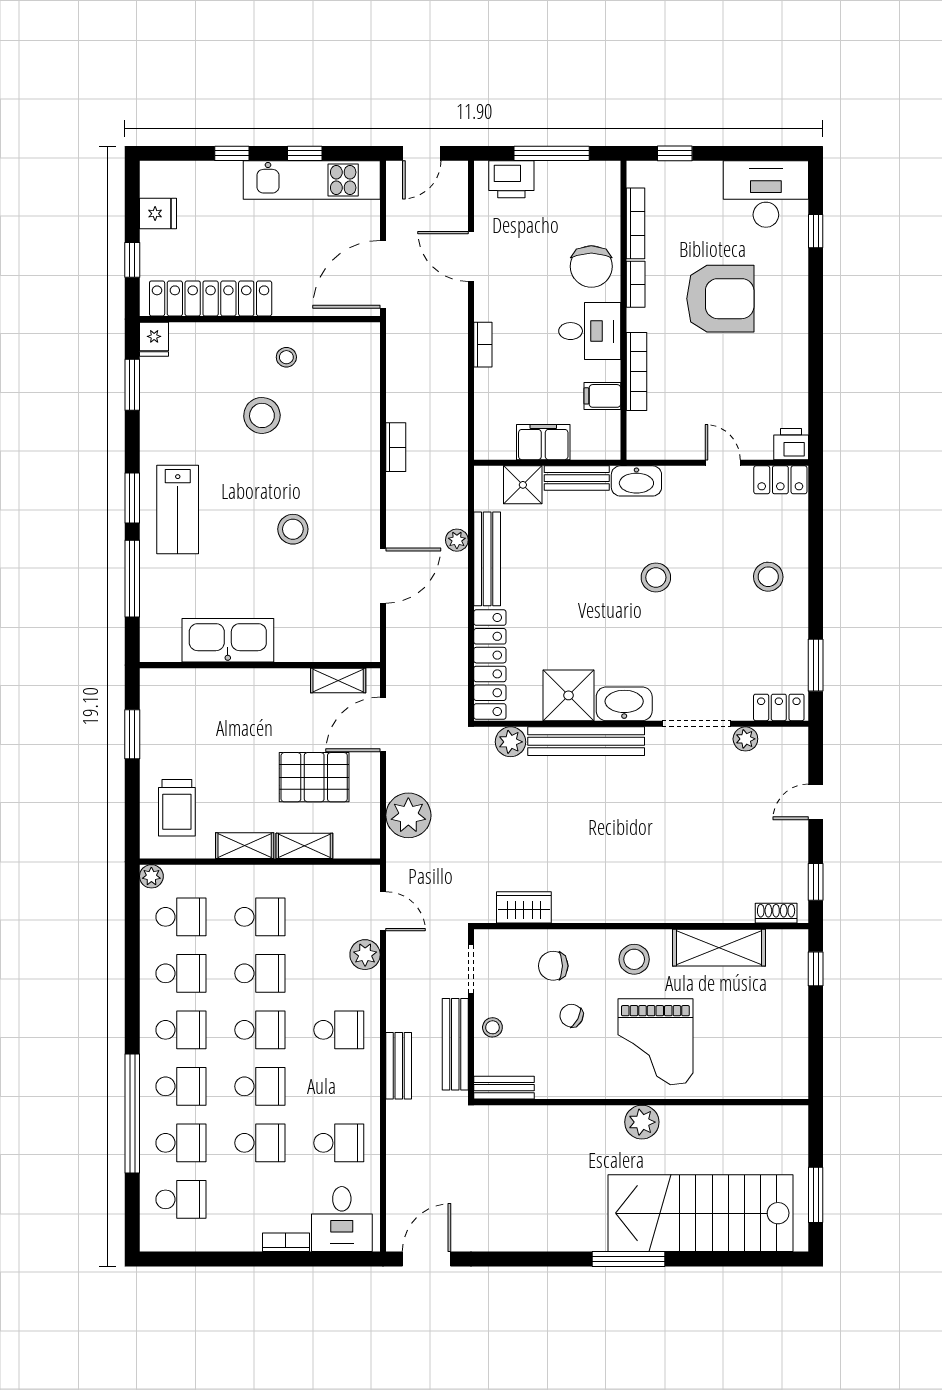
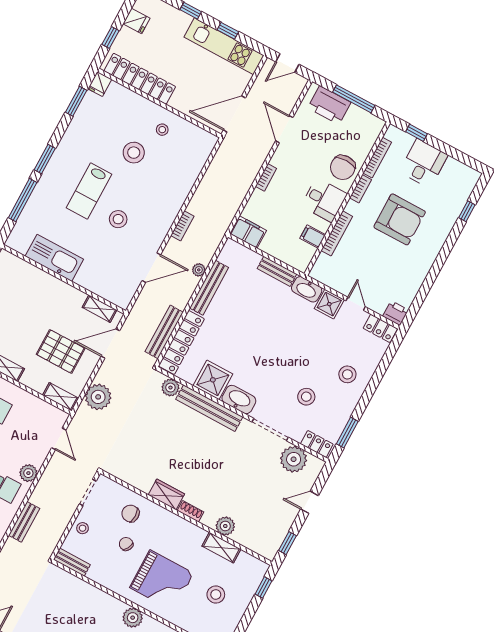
printer: (511, 179) -> (329, 105), width x1.37, depth x1.19
desk: (766, 194) -> (424, 163), moved, width x0.73
filing cabinet: (543, 442) -> (248, 232), moved
bookcase: (396, 447) -> (182, 226), moved
shower: (523, 485) -> (329, 304), moved
lab bench: (178, 509) -> (89, 191), moved
stool: (656, 577) -> (306, 397), moved
plant: (745, 739) -> (294, 459), width x1.87, depth x1.87
shelving: (304, 846) -> (60, 397), moved
wardrobe: (524, 907) -> (166, 494), moved
plant: (707, 907) -> (225, 526), added
shoe rack: (776, 913) -> (191, 511), moved
shelving: (719, 948) -> (221, 548), width x0.67, depth x0.75
plant: (365, 955) -> (28, 473), moved
stool: (634, 959) -> (216, 594), moved
grand piano: (655, 1042) -> (162, 580), turned -90
bench: (455, 1044) -> (164, 332), moved

